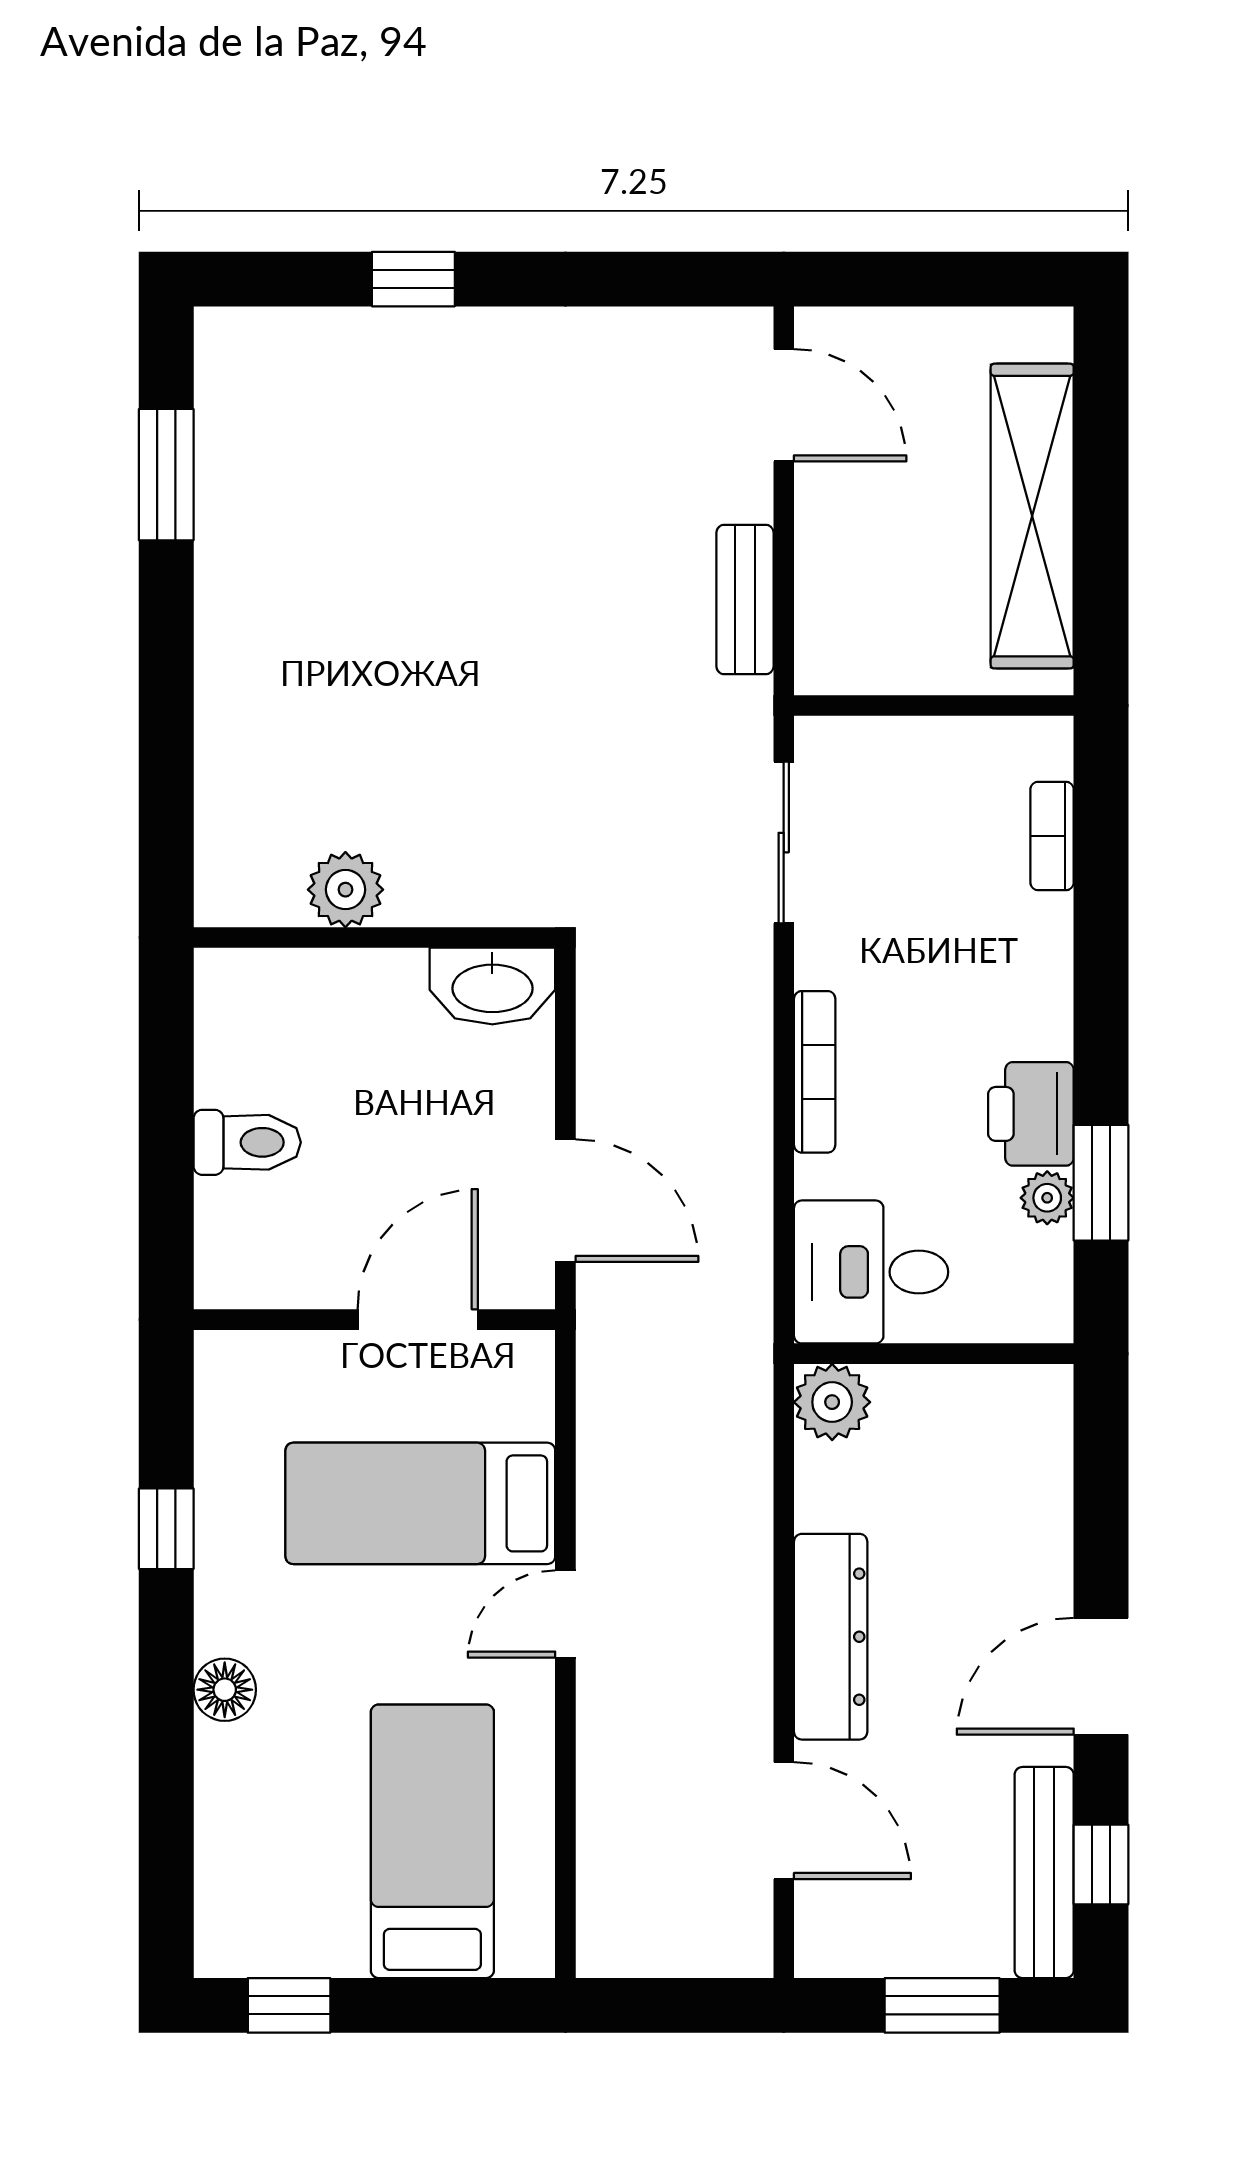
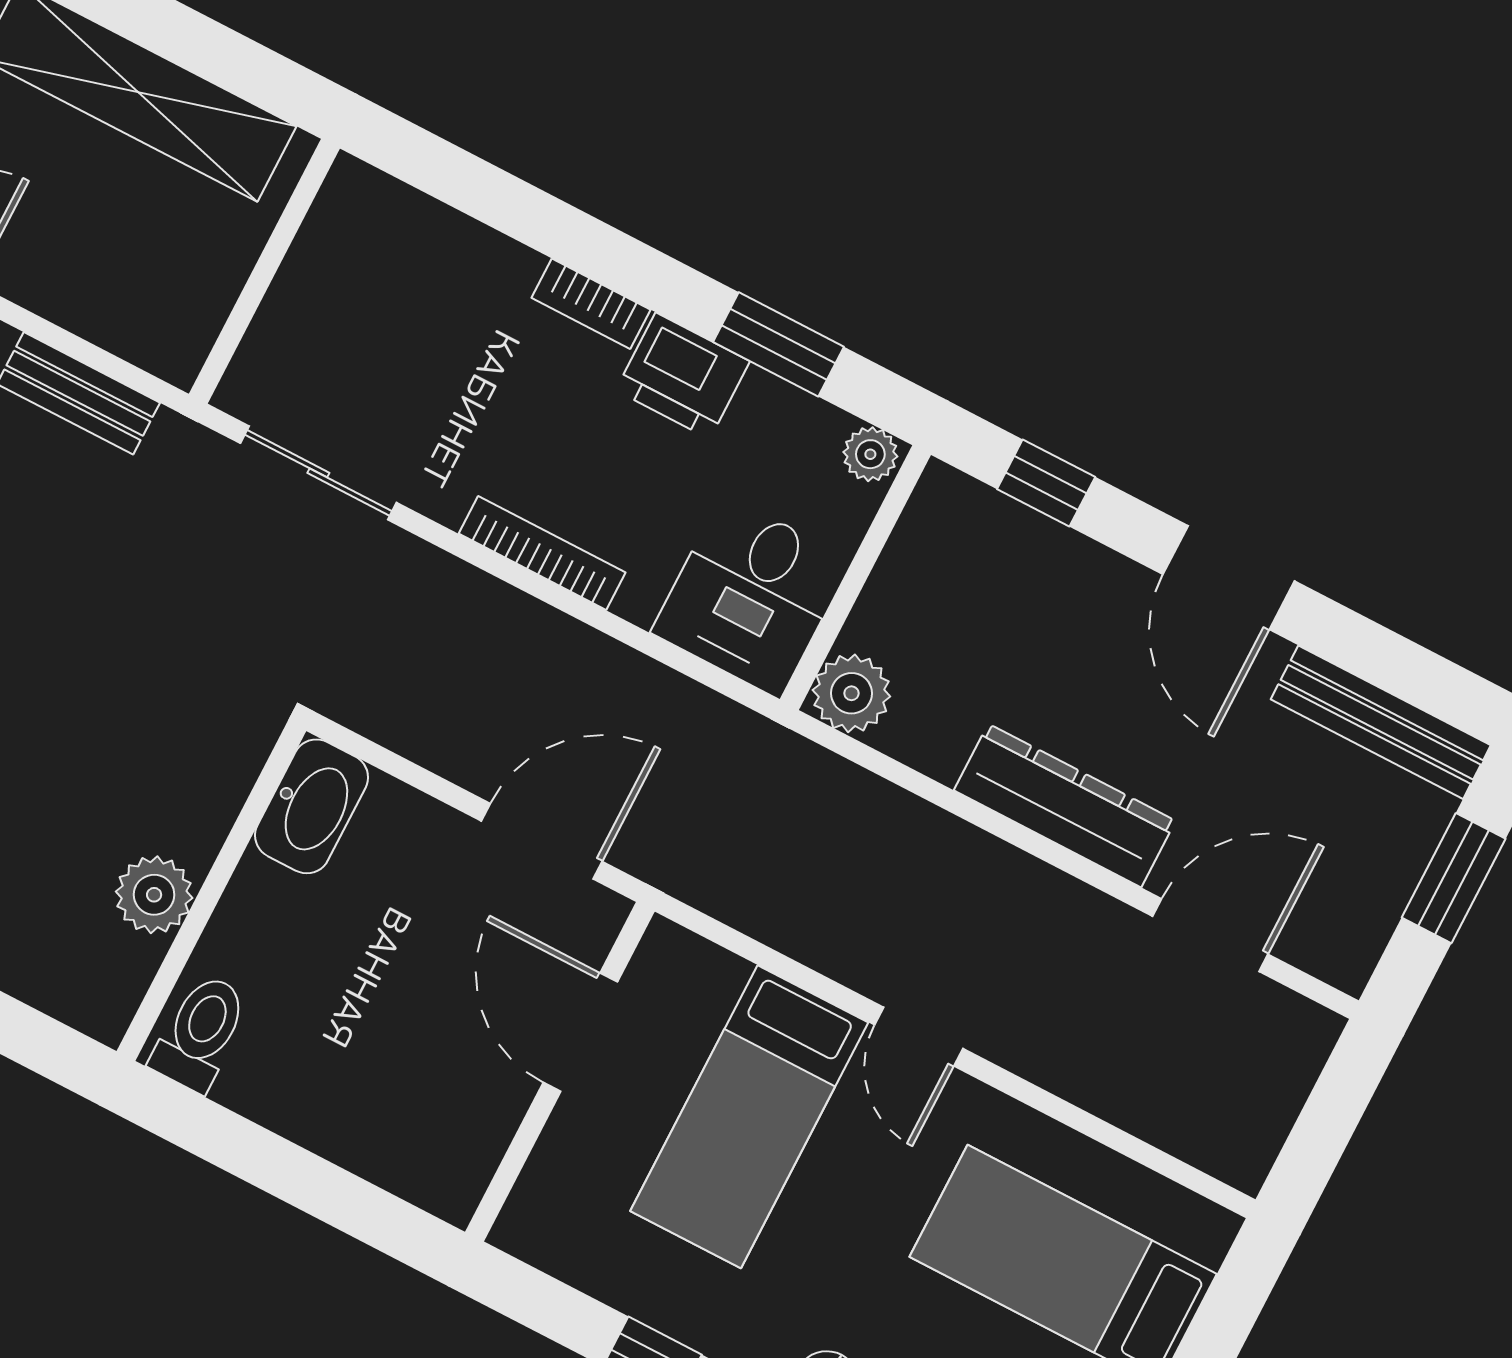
bookcase: (1052, 836) -> (591, 304), moved
toilet: (247, 1142) -> (200, 1033), moved
plant: (1047, 1198) -> (870, 454), moved
window: (1101, 1865) -> (1046, 483), moved

